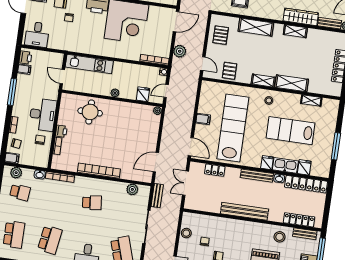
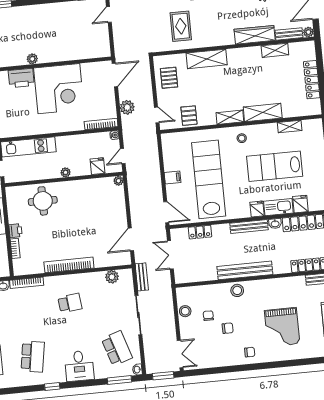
shelving: (295, 31) -> (275, 50), moved
stool: (280, 237) -> (237, 290), moved

